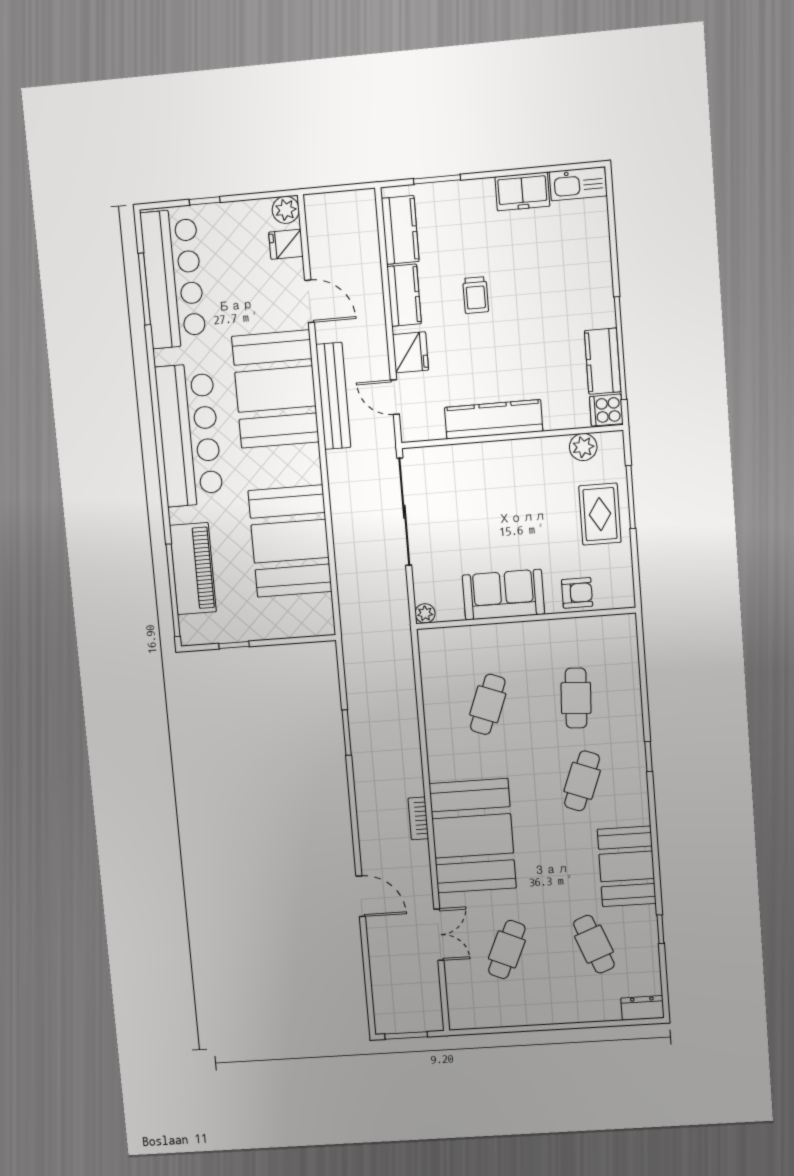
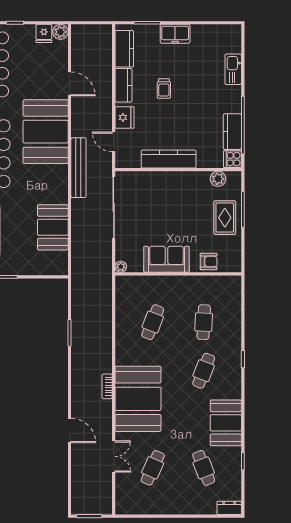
kitchen sink: (578, 184) -> (233, 69), moved, turned 90
freezer: (522, 191) -> (175, 34), moved
fridge: (286, 244) -> (44, 33), moved, turned -90
bench: (333, 396) -> (78, 168), moved
booth: (290, 541) -> (53, 227), width x0.73, depth x0.70

